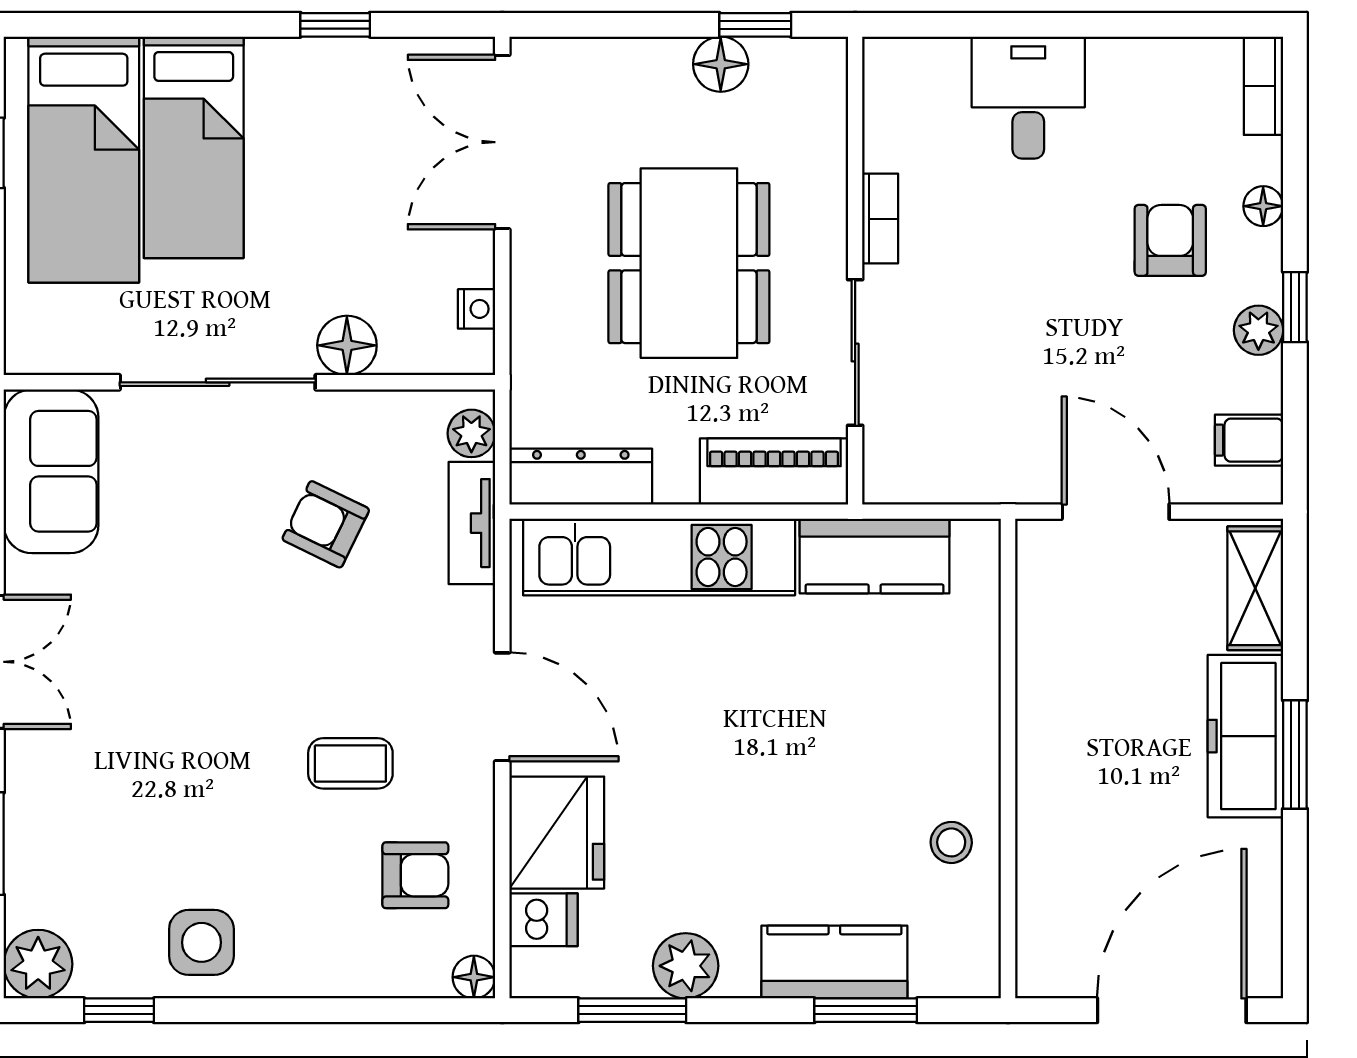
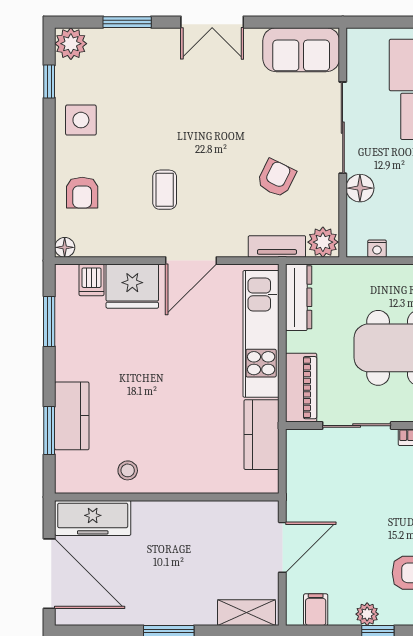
plant: (471, 433) -> (323, 242), width x1.38, depth x1.38
freezer: (1245, 736) -> (93, 518), moved, turned 180
armchair: (415, 875) -> (82, 193), moved
plant: (686, 966) -> (70, 346), removed

